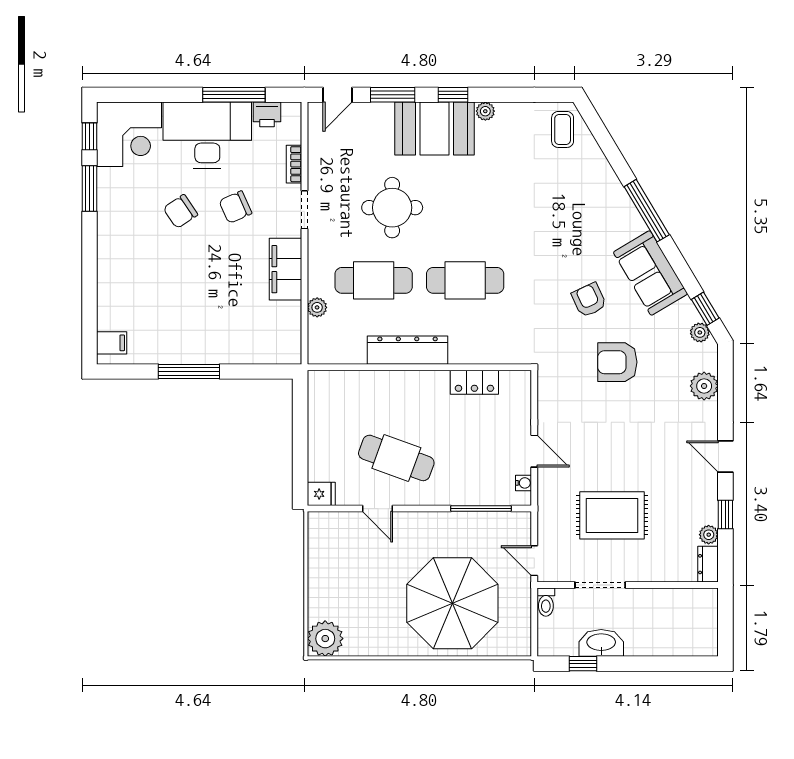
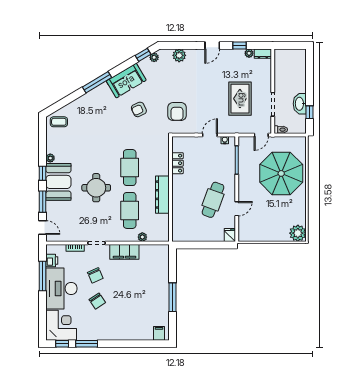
round table: (392, 208) -> (96, 188), moved
armchair: (617, 362) -> (177, 111), moved

